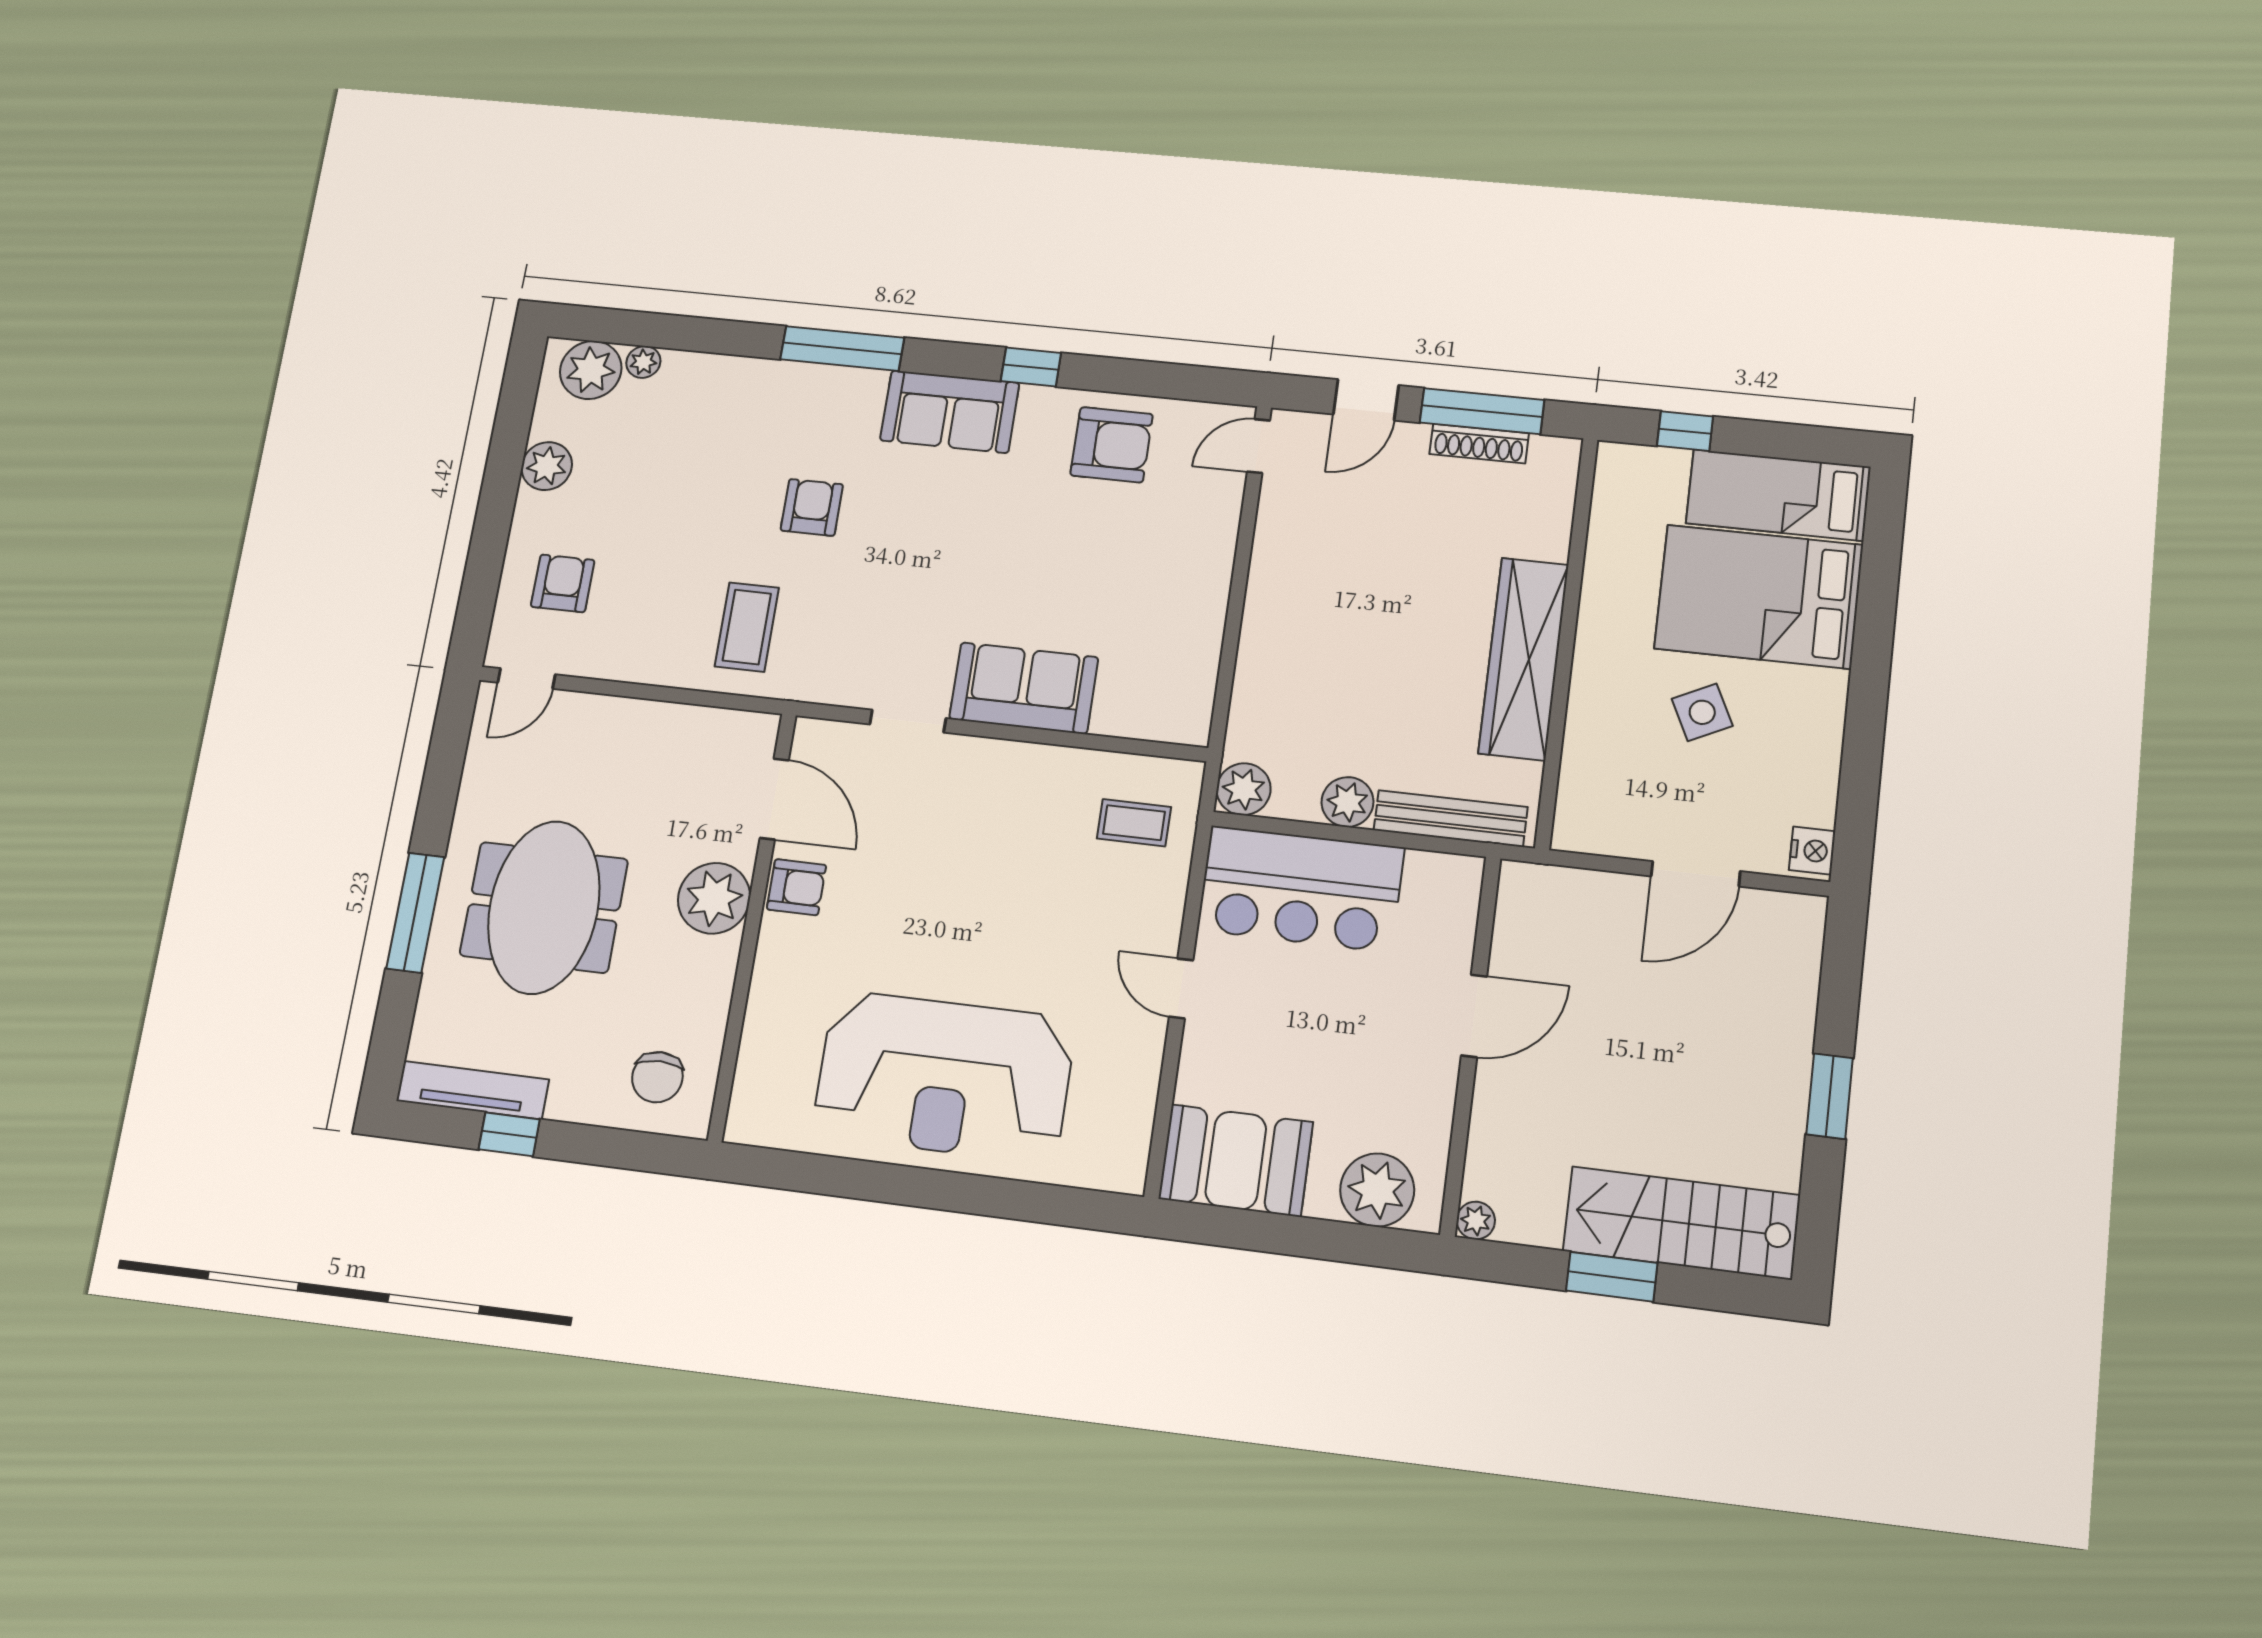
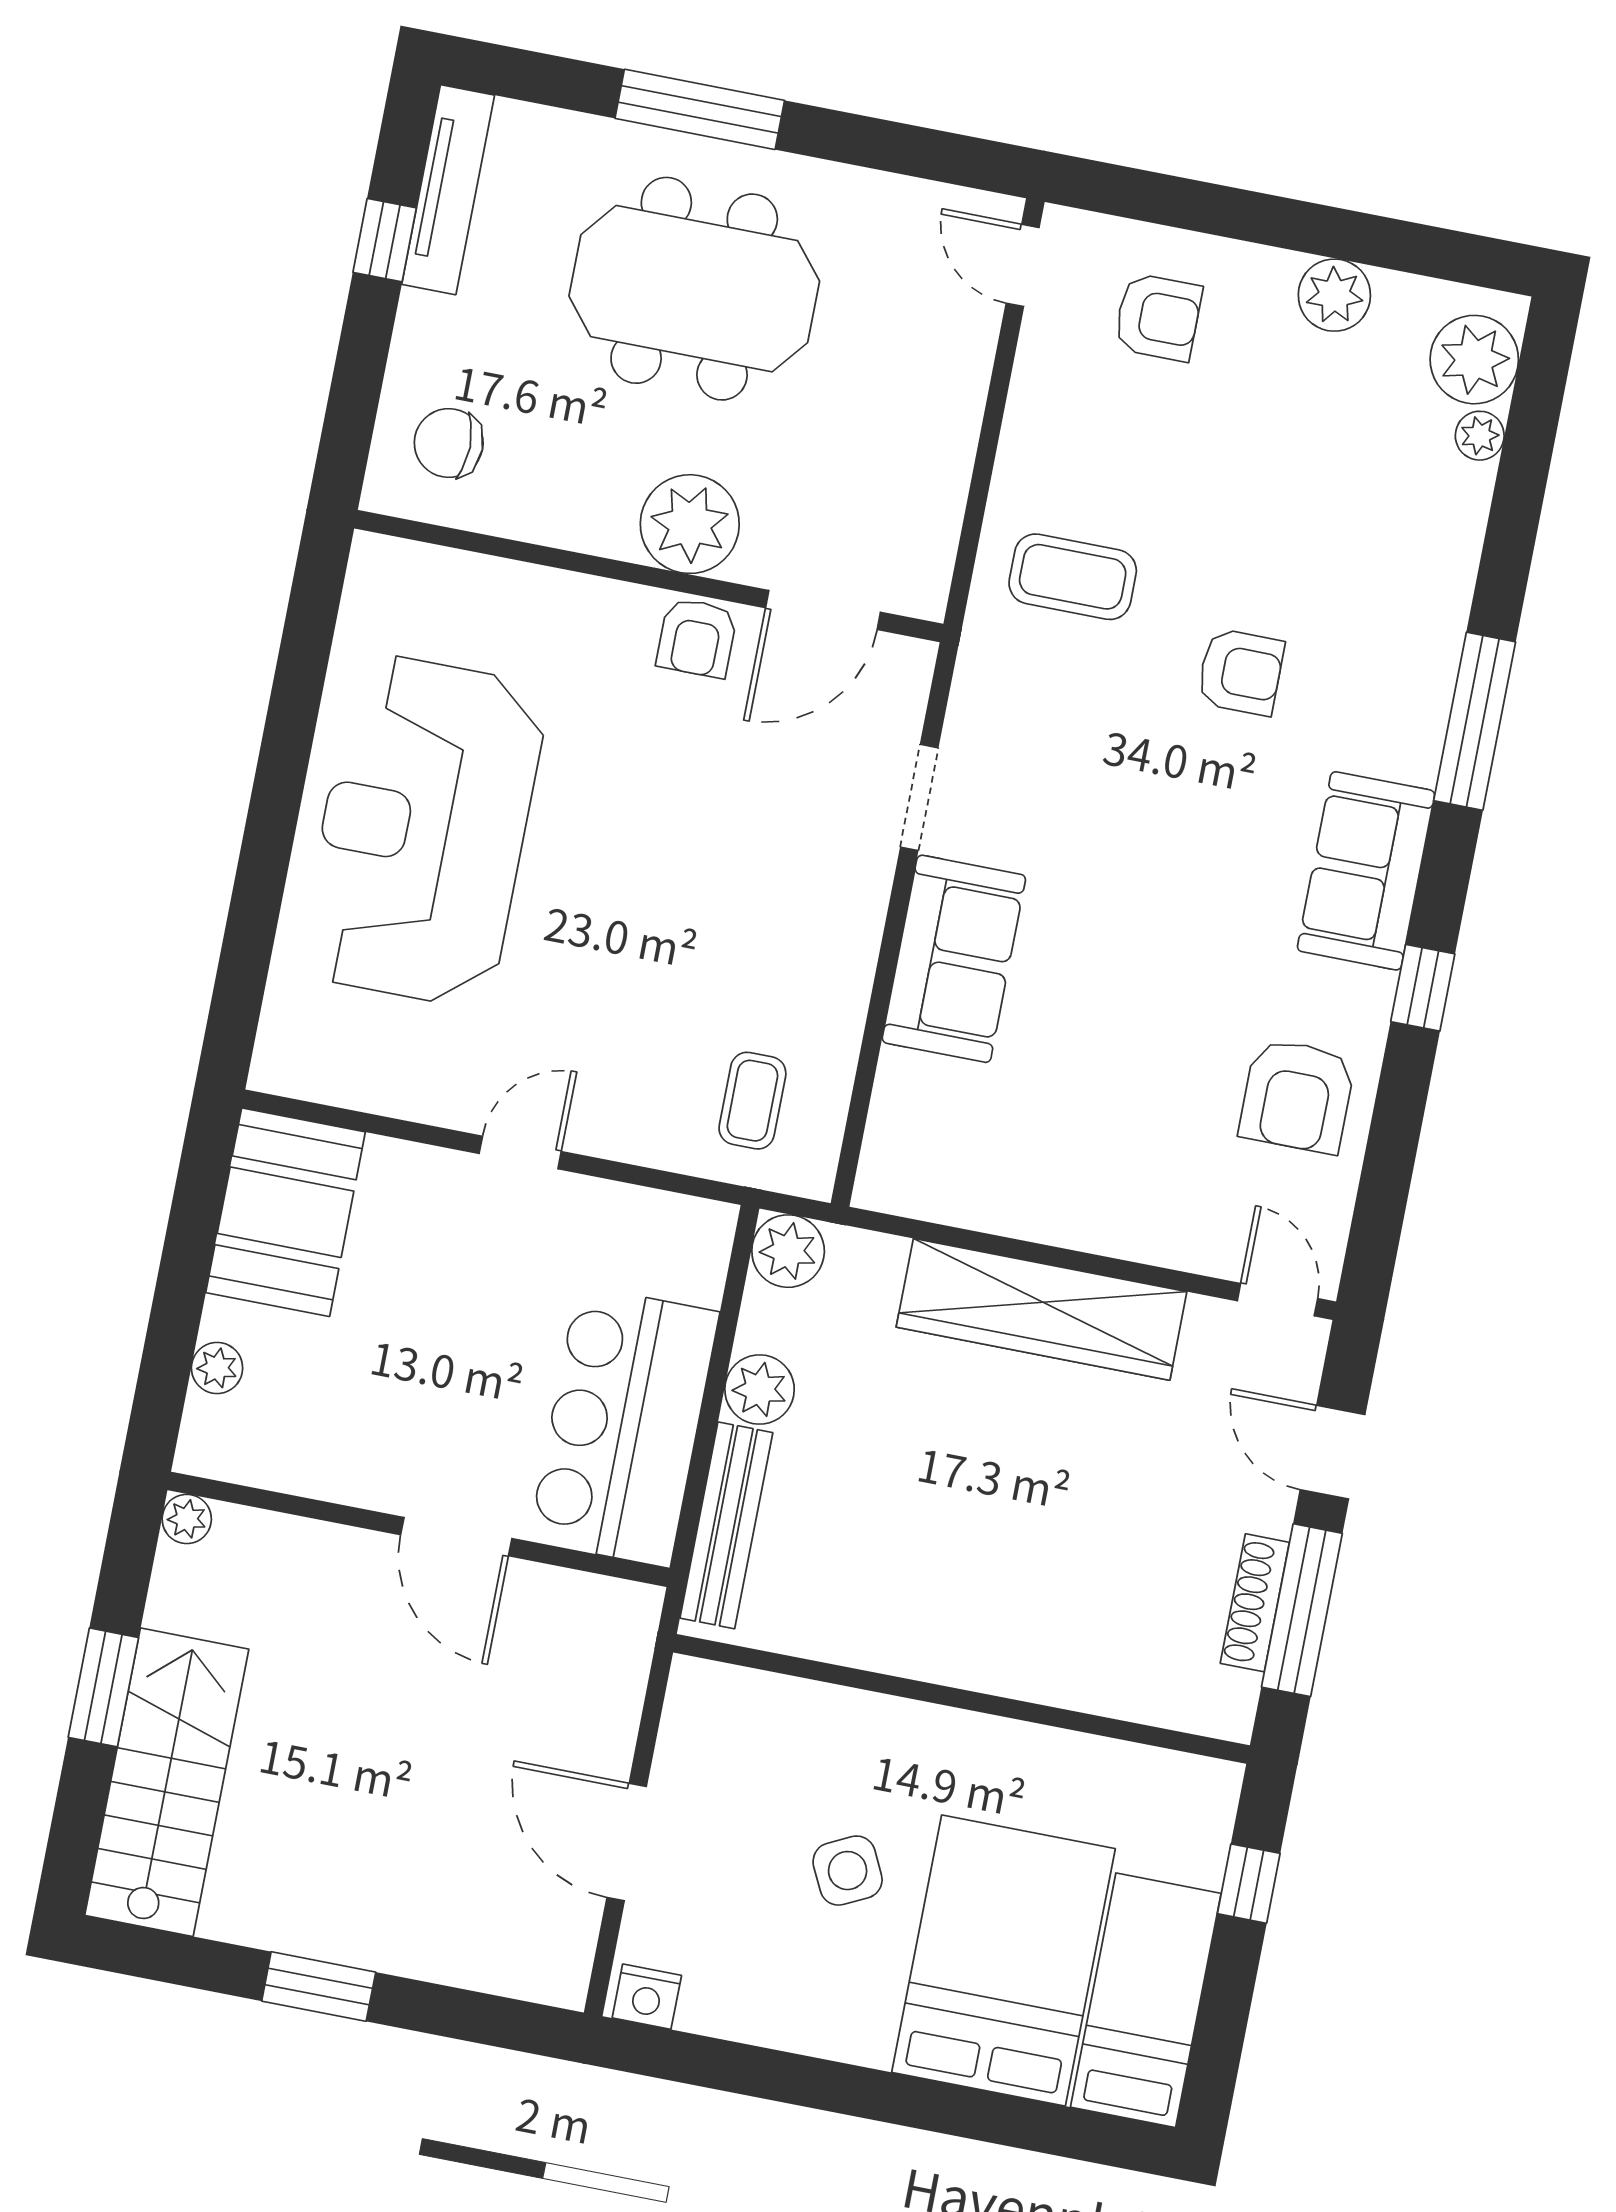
wardrobe: (1524, 659) -> (1042, 1309), moved, turned 180
bar counter: (1301, 889) -> (624, 1426), moved
plant: (1377, 1190) -> (217, 1368), width x0.53, depth x0.53

